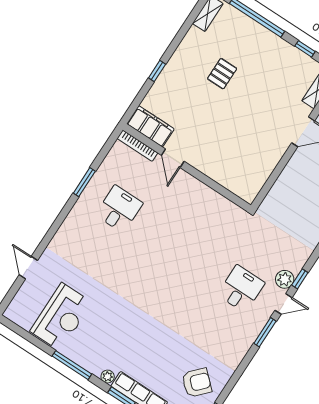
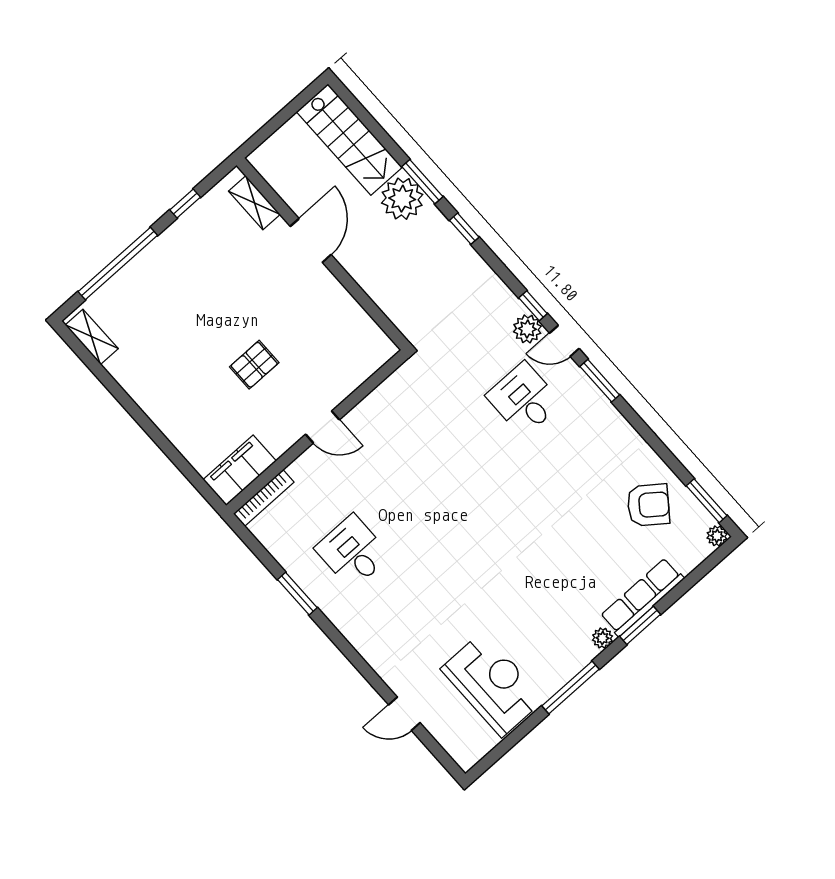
window: (157, 71) -> (158, 437), removed
pallet: (222, 74) -> (254, 365), moved, turned 90
door: (173, 158) -> (323, 427), moved
door: (283, 304) -> (564, 341), swing flipped
armchair: (197, 383) -> (648, 505), turned 84

